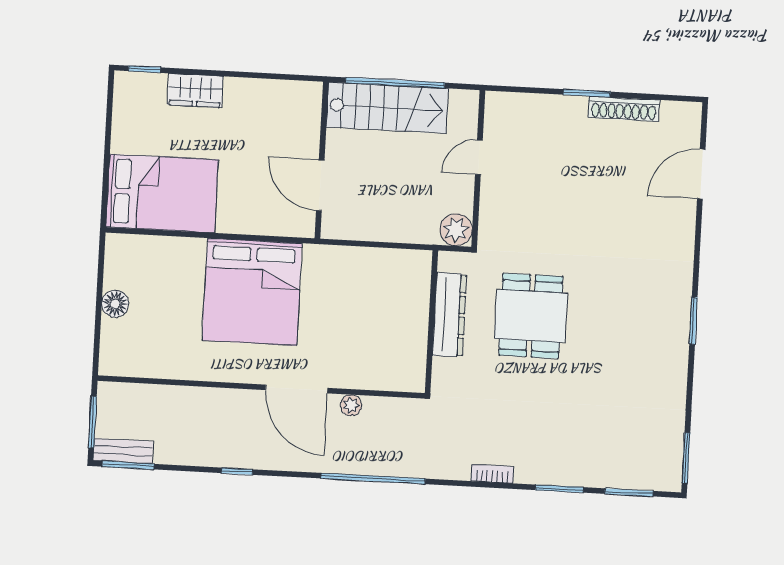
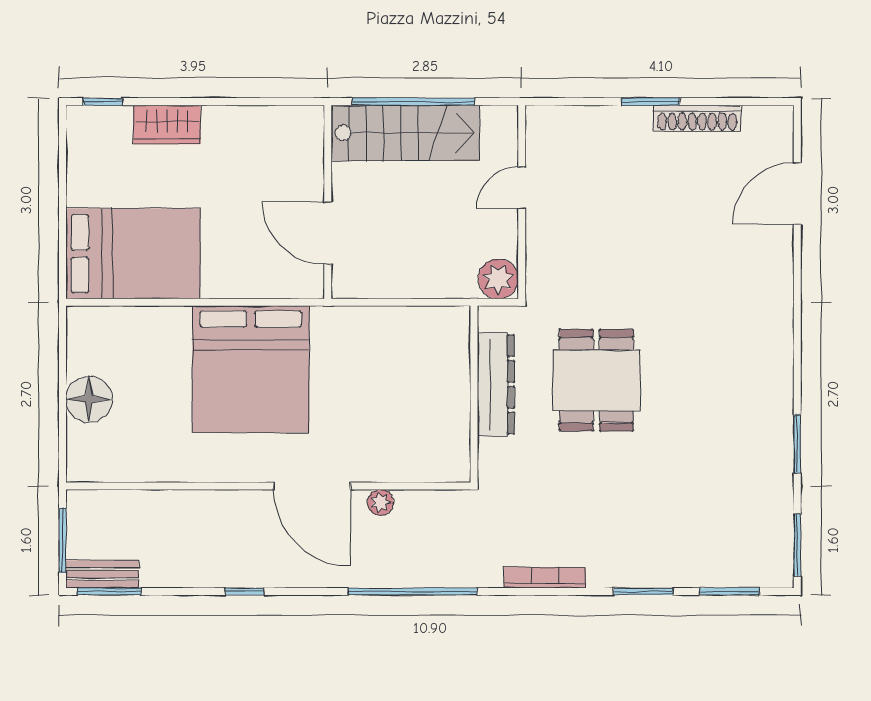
floor lamp: (115, 304) -> (89, 399), width x1.38, depth x1.38
window: (693, 321) -> (797, 444), moved
bookcase: (492, 474) -> (545, 578), width x1.56

